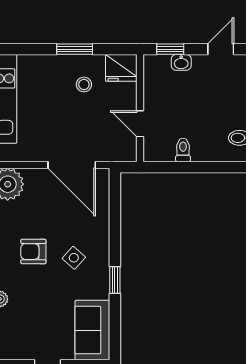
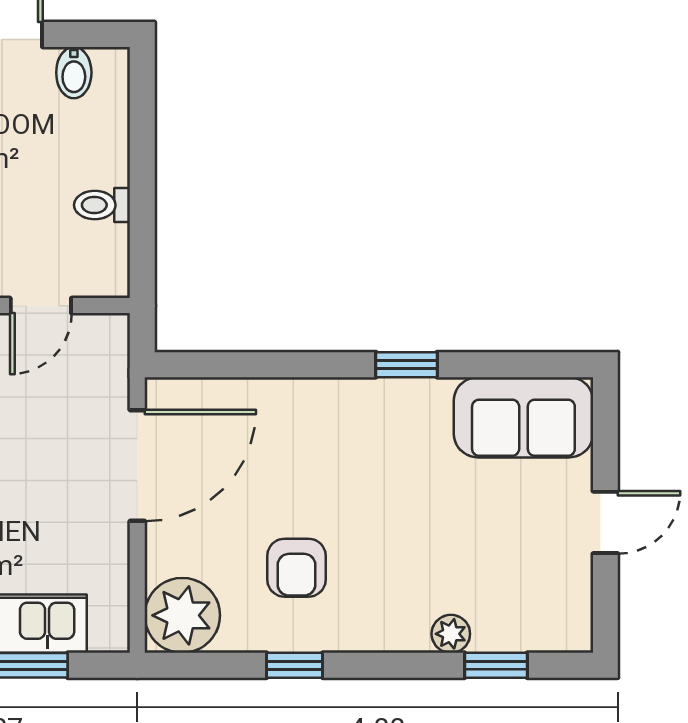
armchair: (33, 252) -> (296, 568), moved
side table: (74, 258) -> (354, 461), removed

